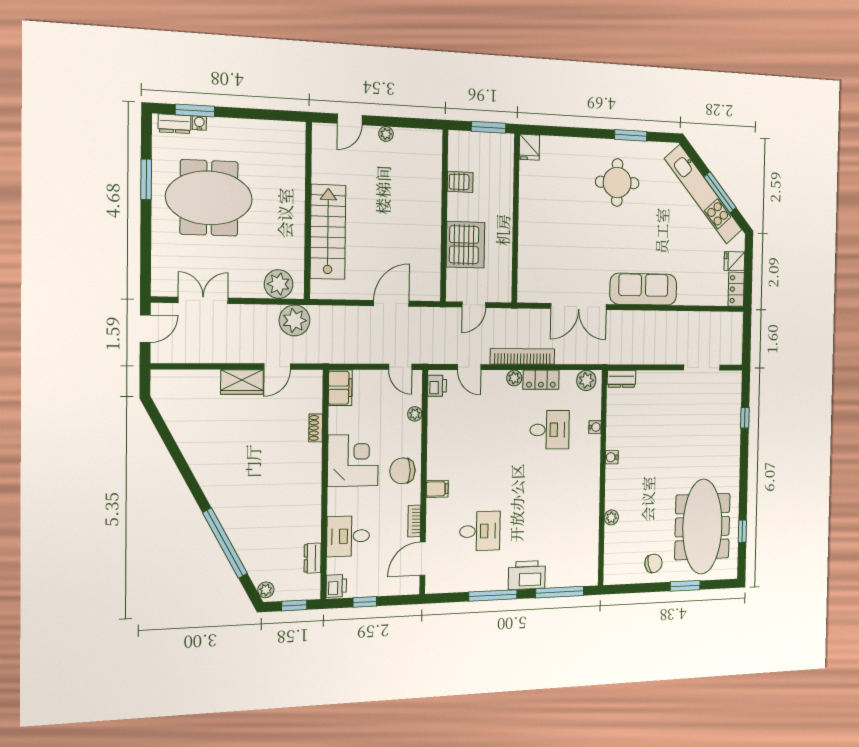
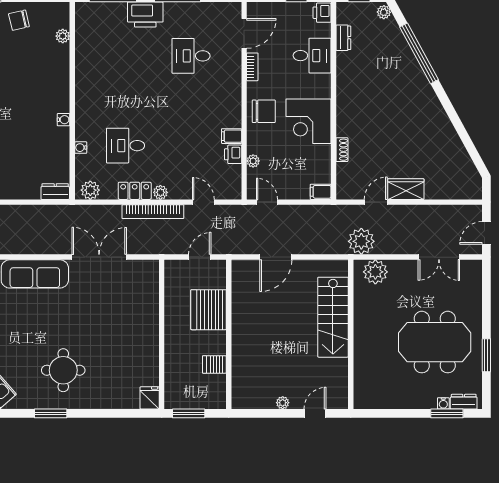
printer: (437, 386) -> (233, 154), moved
filing cabinet: (340, 388) -> (321, 192), width x0.50
filing cabinet: (437, 489) -> (232, 136), moved
plant: (611, 517) -> (63, 36), moved

